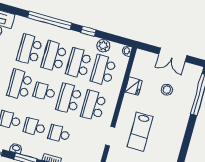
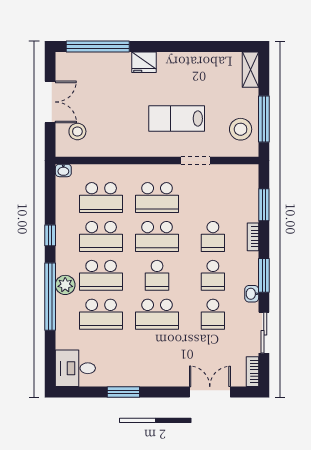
plant: (103, 46) -> (65, 285), moved
fridge: (134, 86) -> (144, 62), moved, turned 180
stool: (167, 90) -> (77, 131), moved
lab bench: (140, 132) -> (177, 119), turned 180

